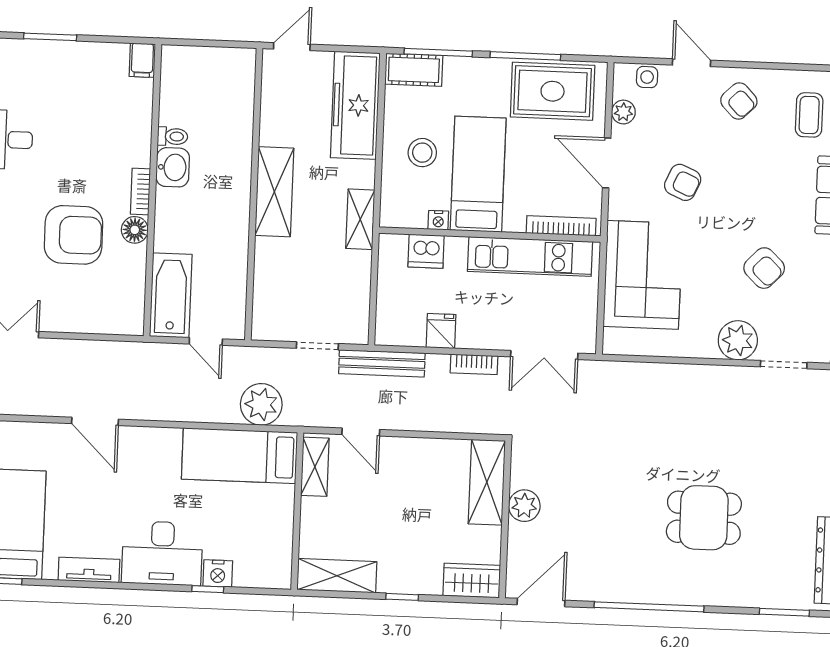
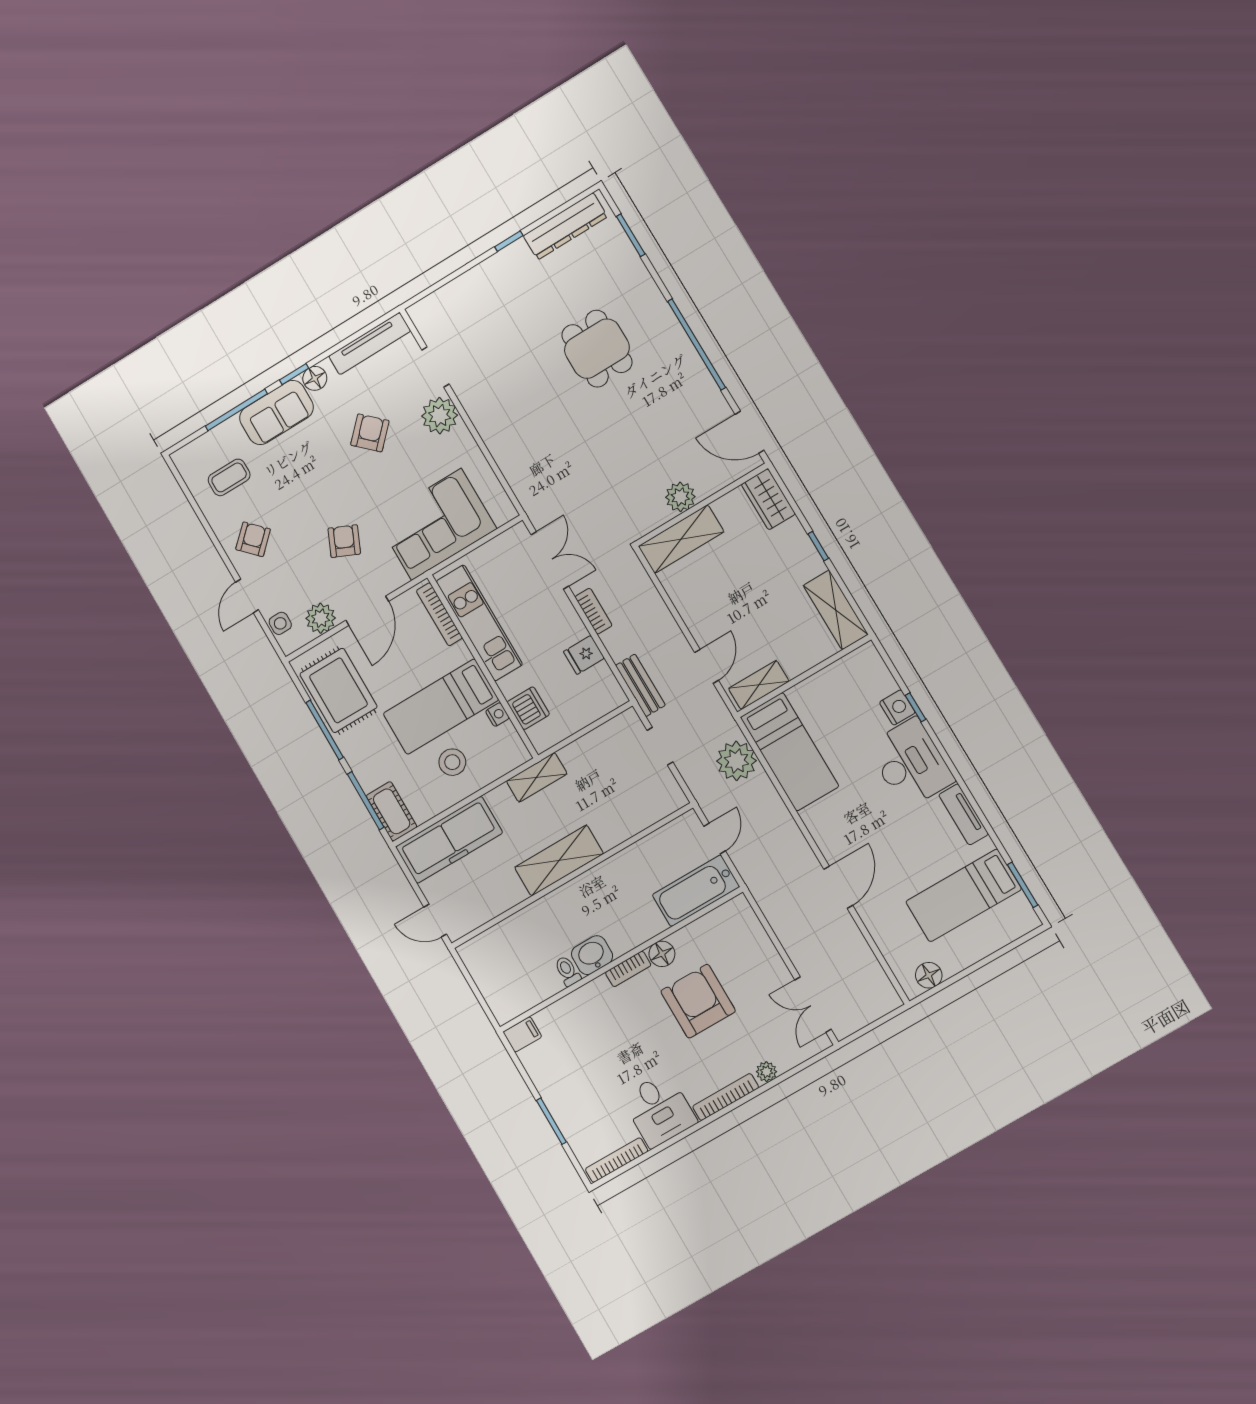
plant: (623, 112) -> (321, 618), width x1.38, depth x1.38
bench: (382, 363) -> (640, 685), width x0.73

